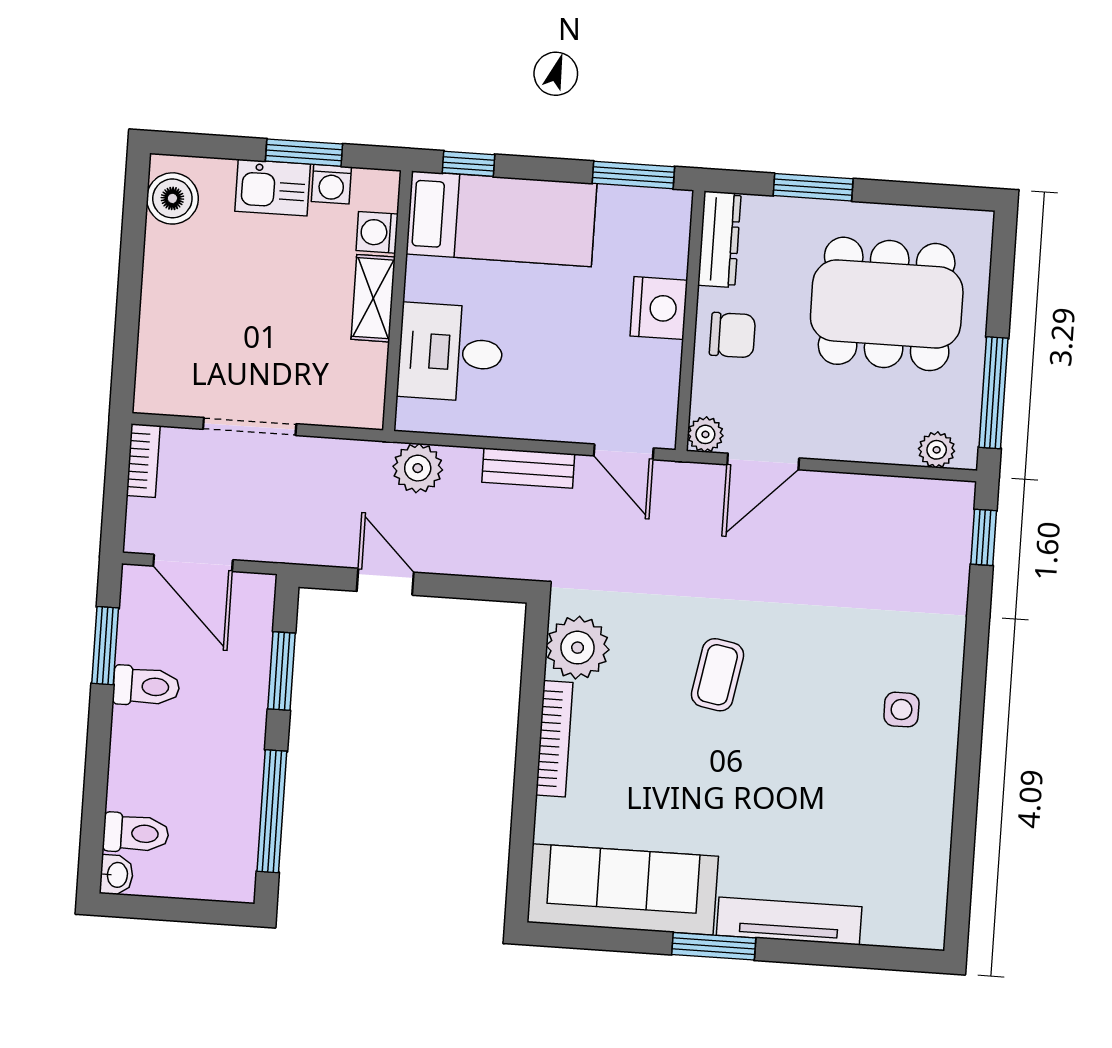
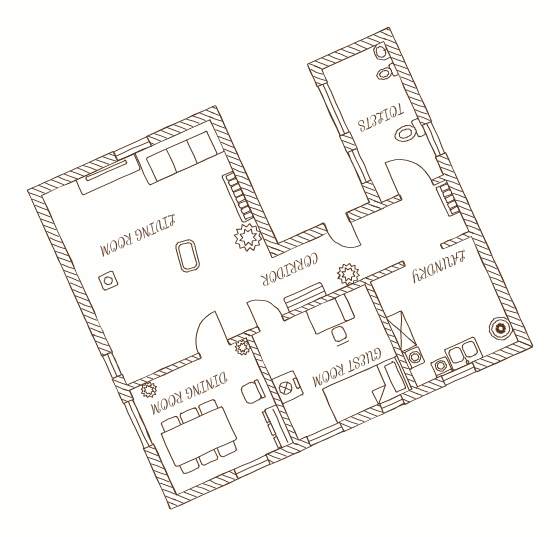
desk: (451, 352) -> (334, 323), moved, turned -90
bookcase: (143, 461) -> (448, 199), moved
toilet: (136, 833) -> (387, 73), width x0.73, depth x0.72

